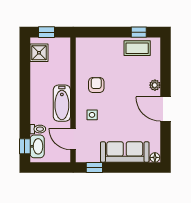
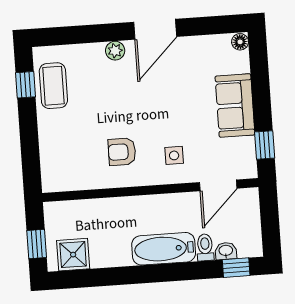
bathtub: (62, 103) -> (164, 249), moved, turned 180
washbasin: (37, 146) -> (226, 251), width x0.52, depth x0.69
sofa: (125, 152) -> (235, 106), width x0.73

